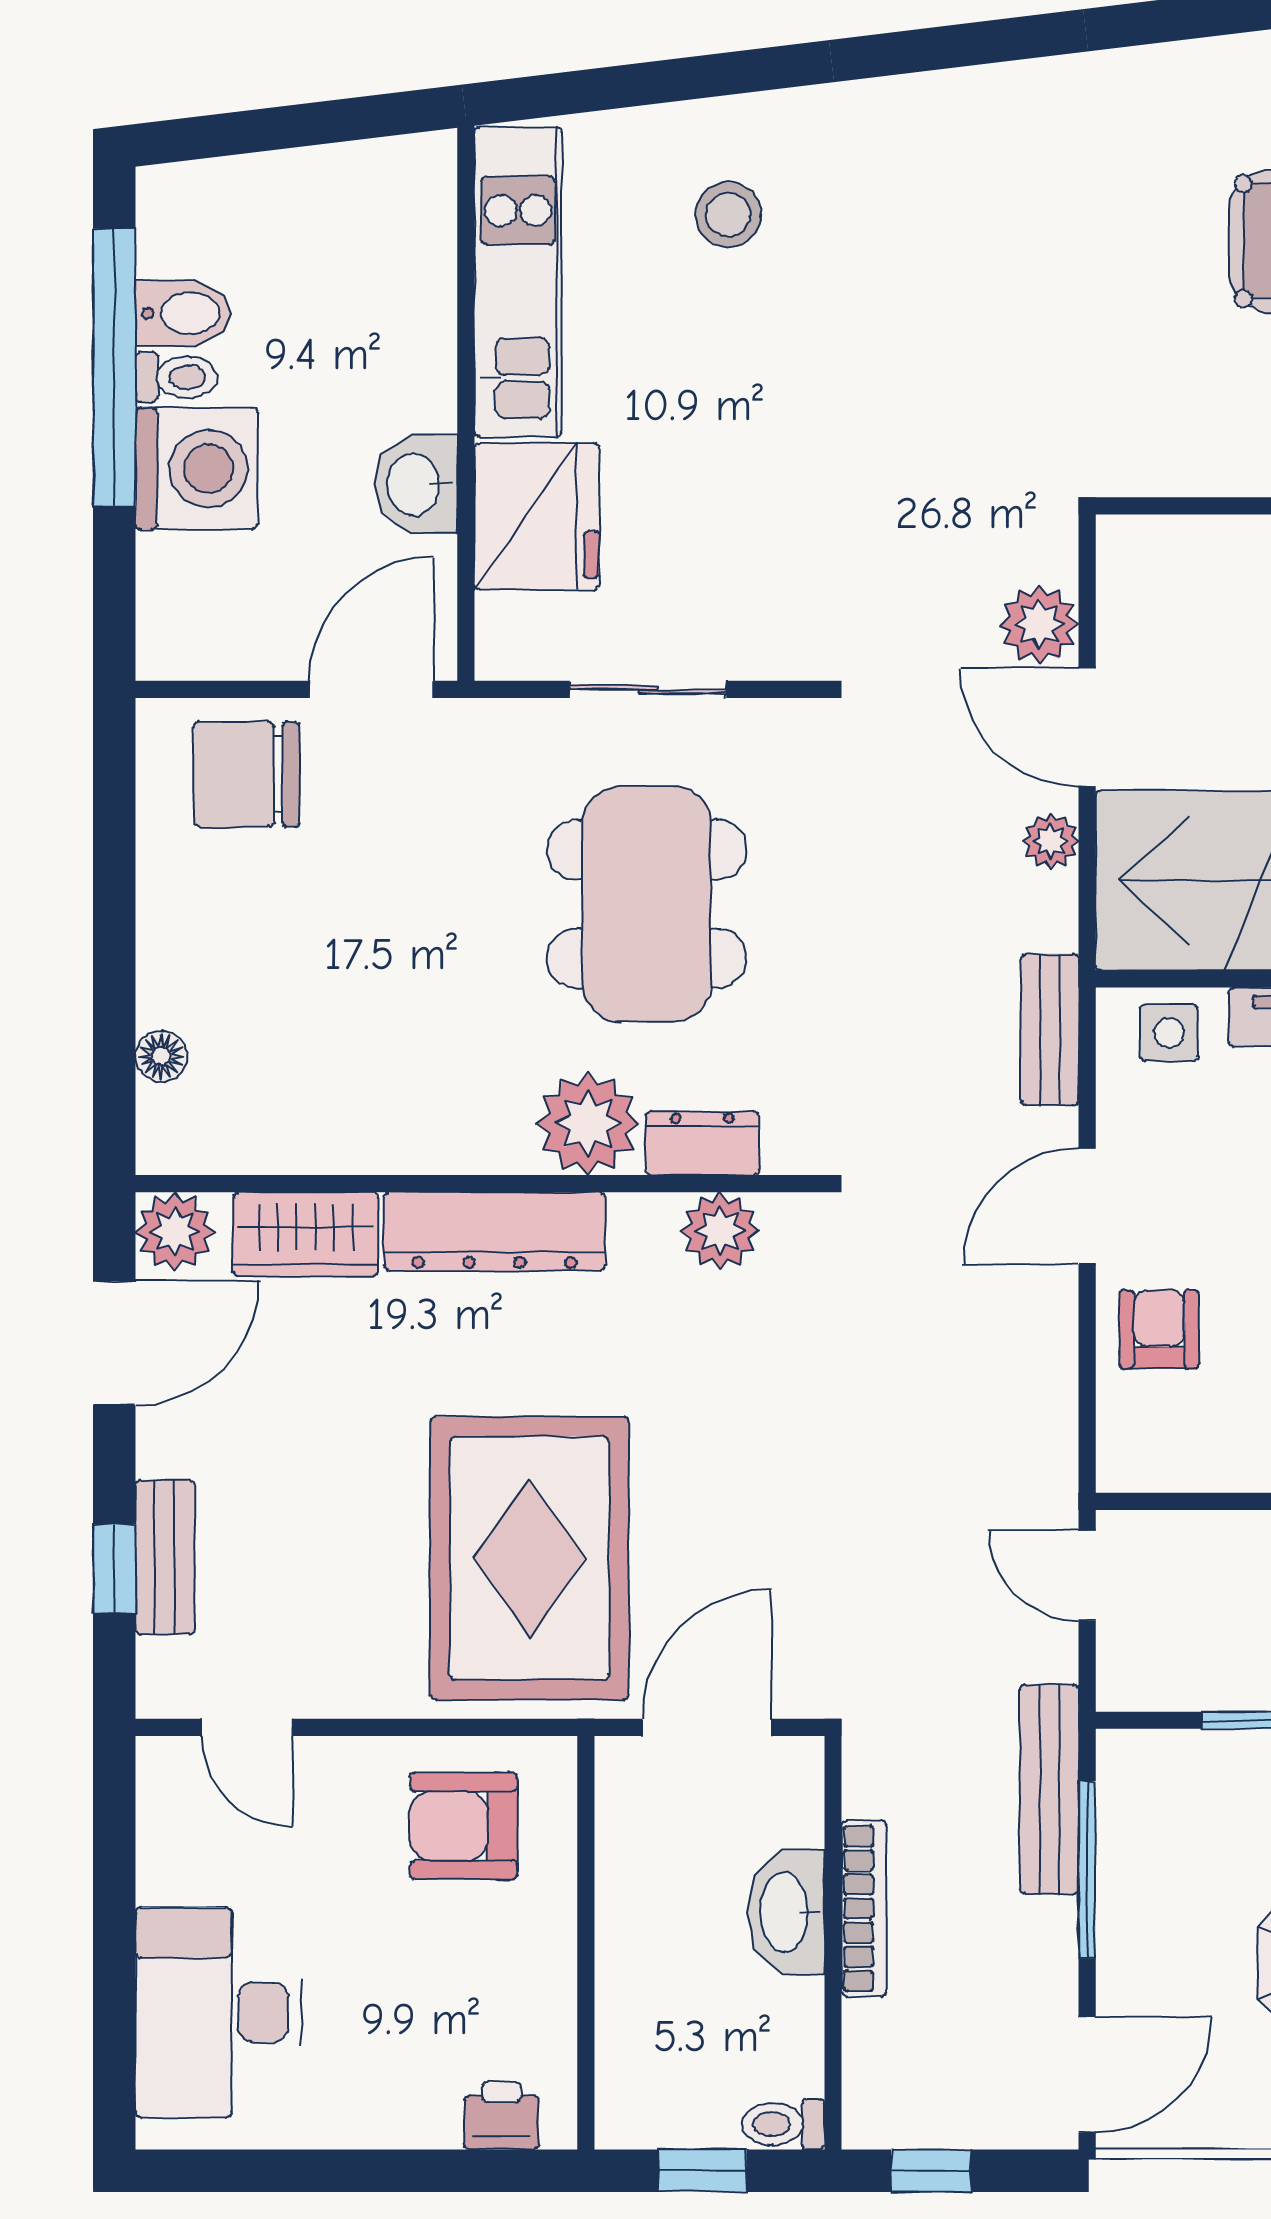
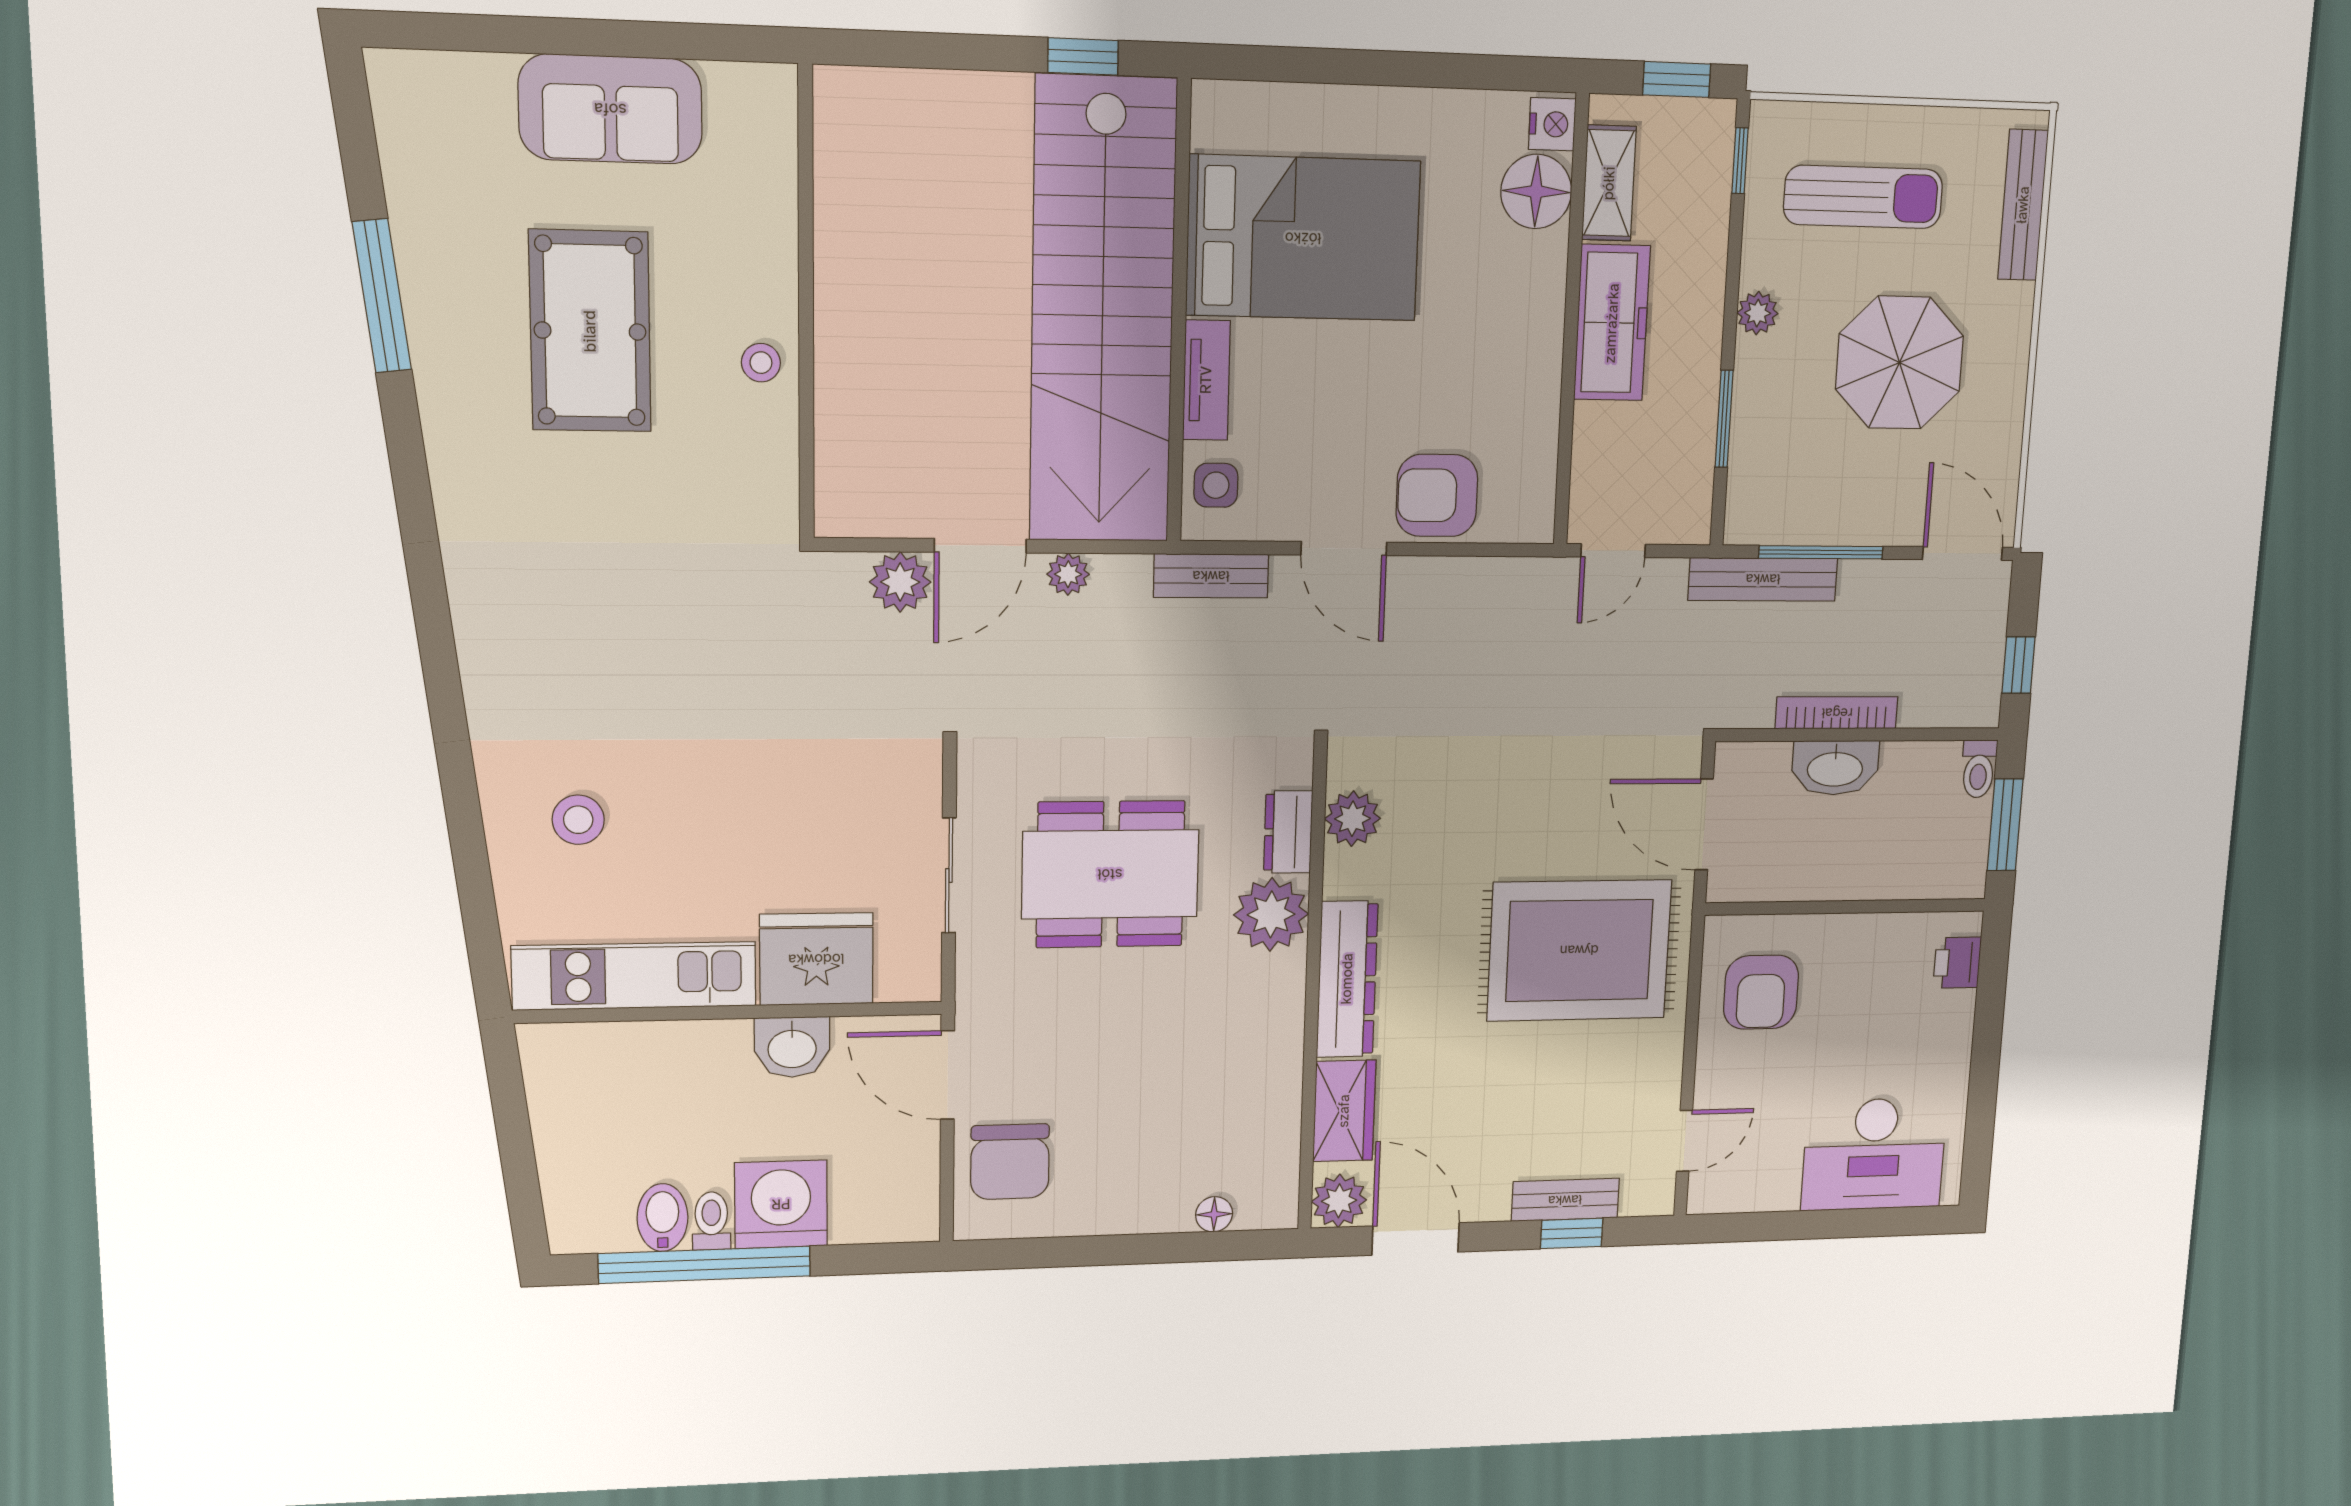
armchair: (1159, 1329) -> (1437, 495), width x1.38, depth x1.38
window: (702, 2171) -> (2005, 825), width x1.50

